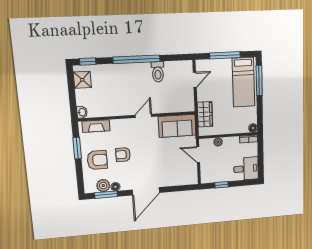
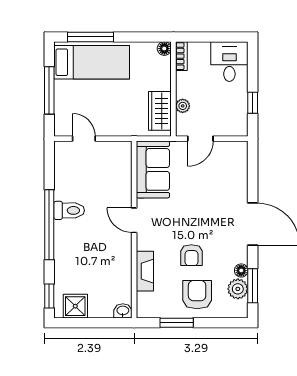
toilet: (158, 72) -> (69, 210), moved
wardrobe: (205, 114) -> (160, 111), moved, turned -90
fireplace: (96, 126) -> (145, 271), moved

